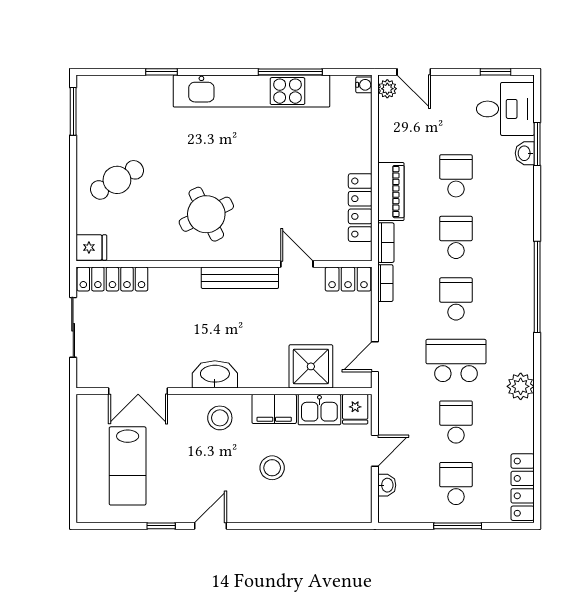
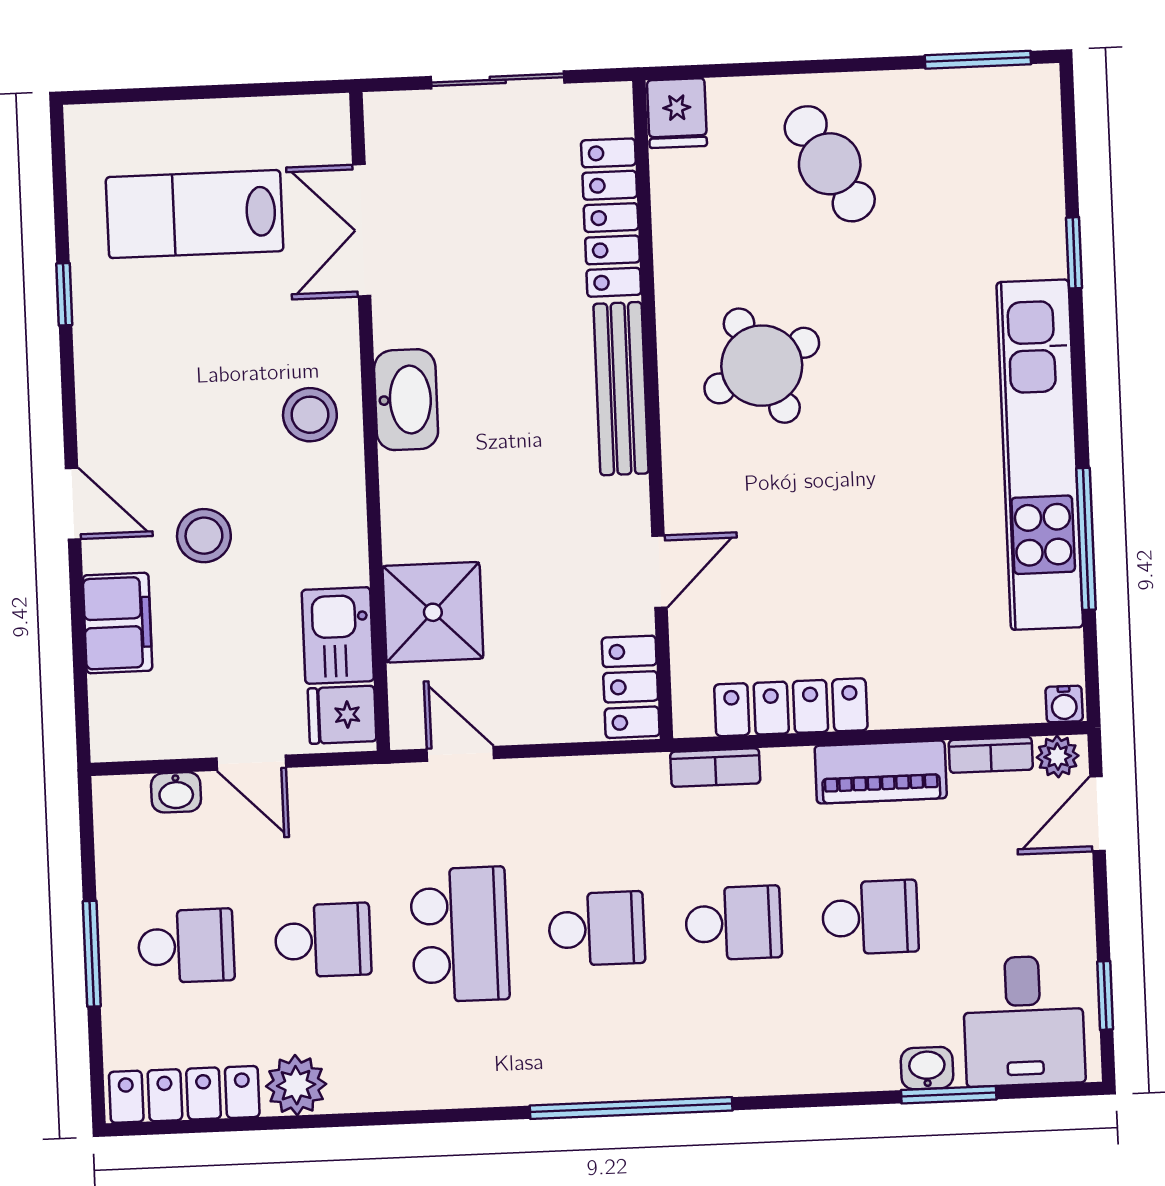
piano: (391, 192) -> (881, 772), moved
bench: (240, 278) -> (621, 389), moved
locker: (112, 279) -> (611, 218), moved
bookcase: (385, 283) -> (991, 755), moved
plant: (521, 386) -> (296, 1085), moved
filing cabinet: (274, 409) -> (117, 623), moved, turned 180
door: (211, 526) -> (73, 504), moved

